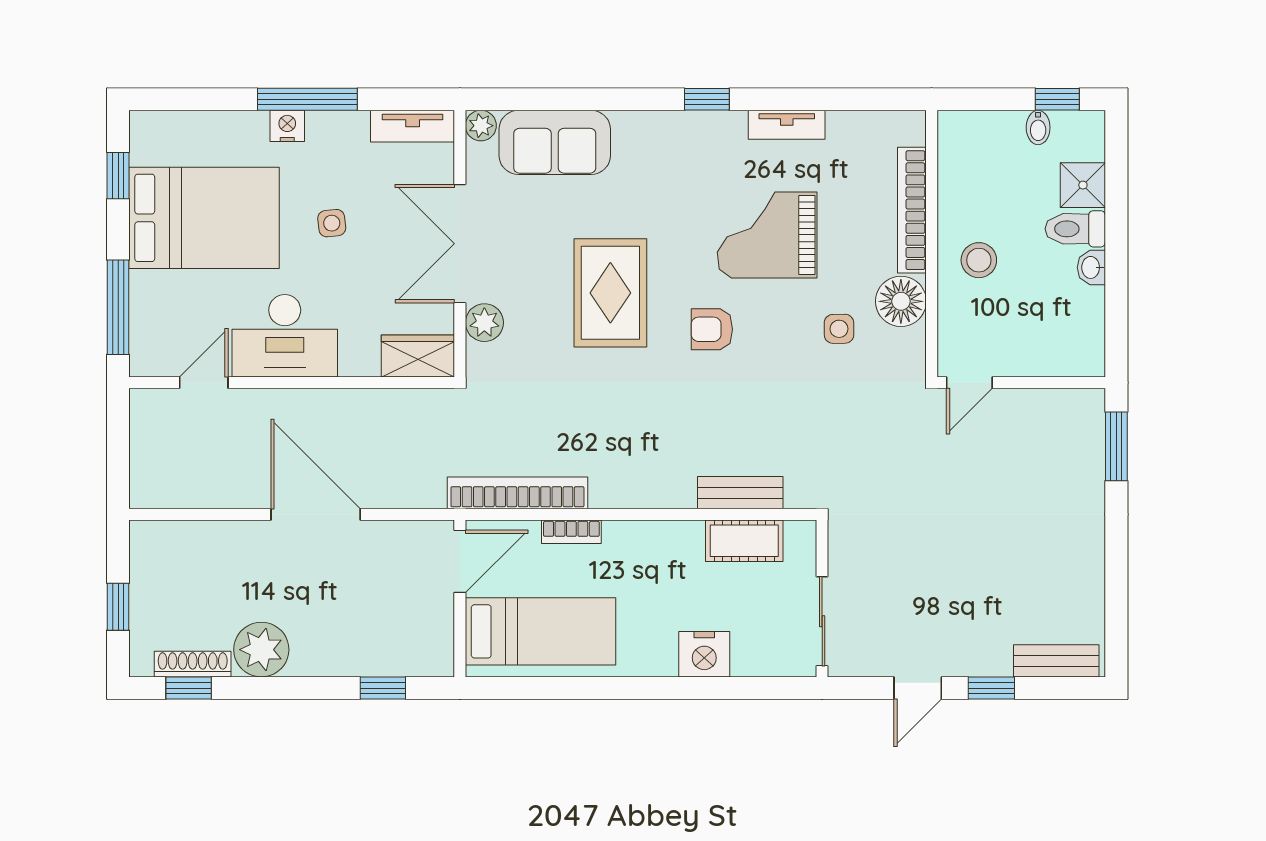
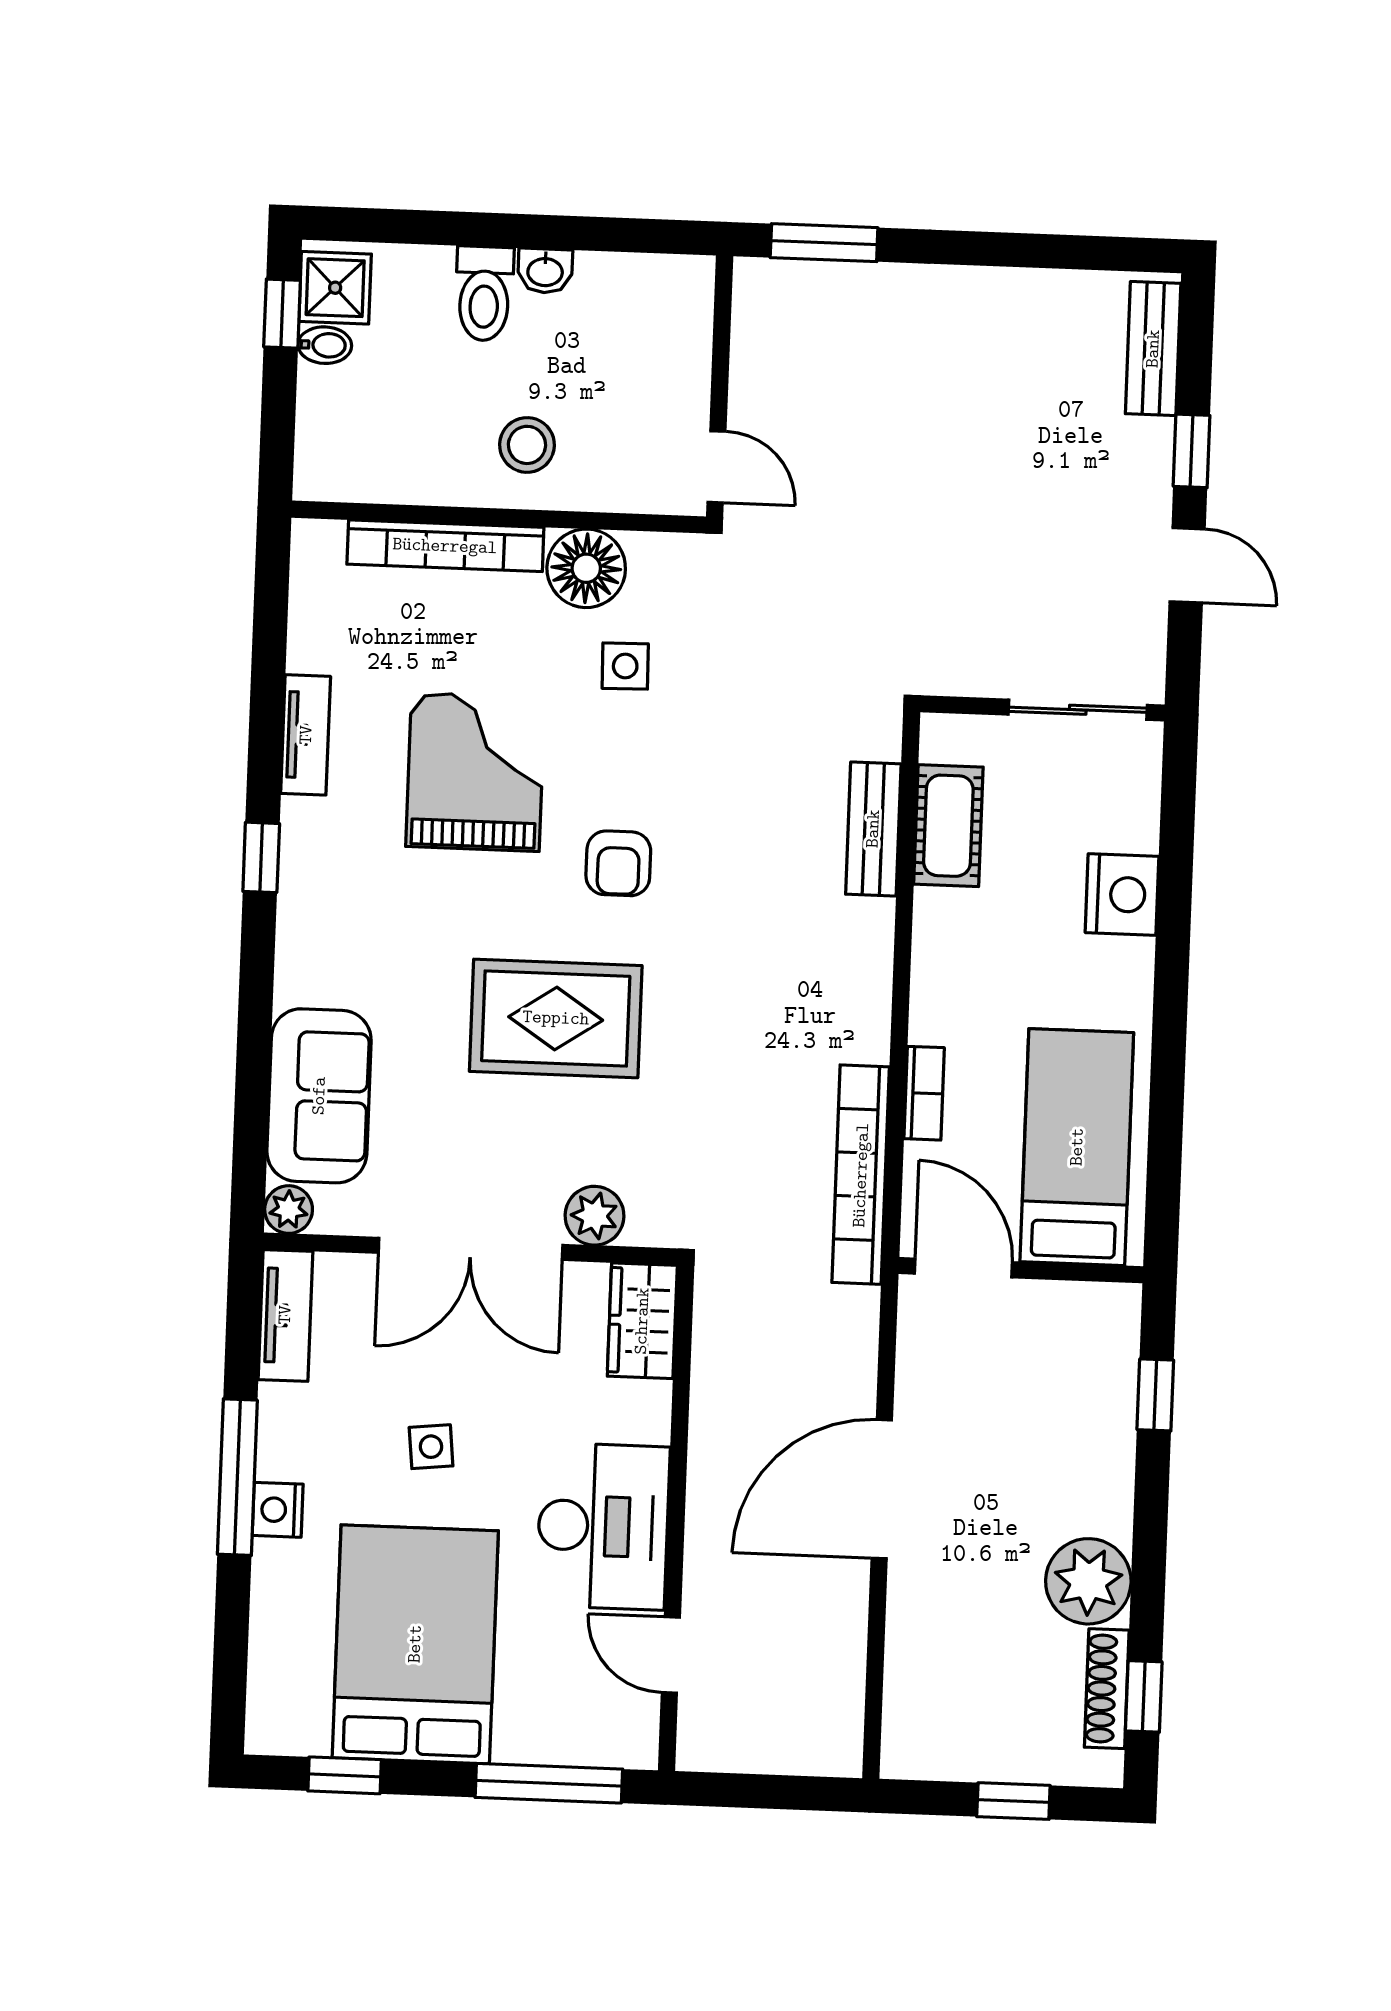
shower: (1083, 185) -> (335, 288), moved
grand piano: (767, 235) -> (475, 772), turned 180

